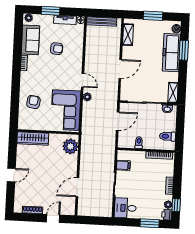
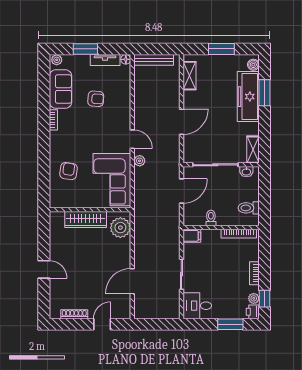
wardrobe: (33, 138) -> (86, 220), moved
filing cabinet: (123, 165) -> (192, 236), moved
door: (11, 175) -> (44, 269), hinge flipped

